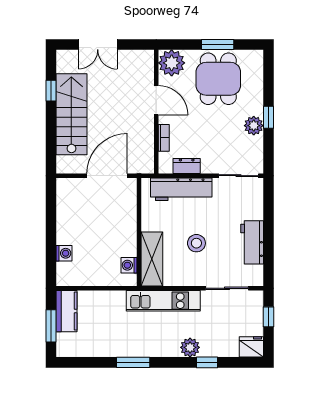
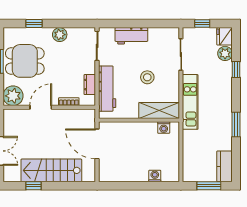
window: (268, 117) -> (34, 24), moved
workbench: (252, 242) -> (131, 36), moved
kitchen counter: (67, 311) -> (225, 166), moved, turned -90
plant: (190, 347) -> (225, 53), moved

